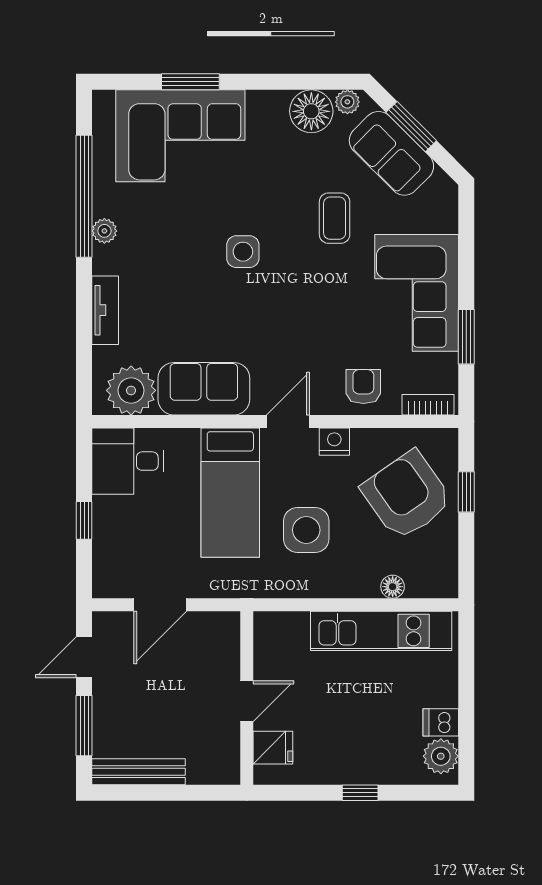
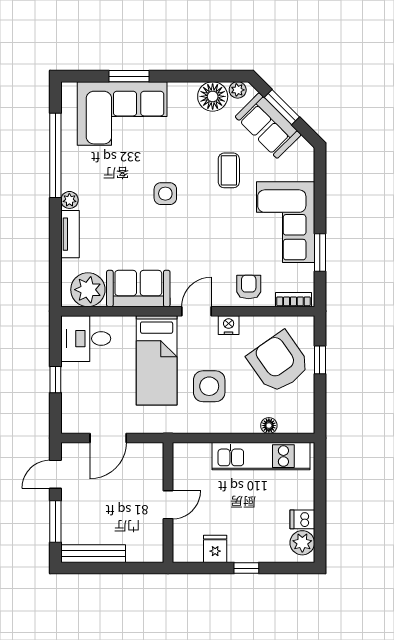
plant: (104, 231) -> (69, 200), moved
fridge: (273, 748) -> (215, 549), moved, turned -90

